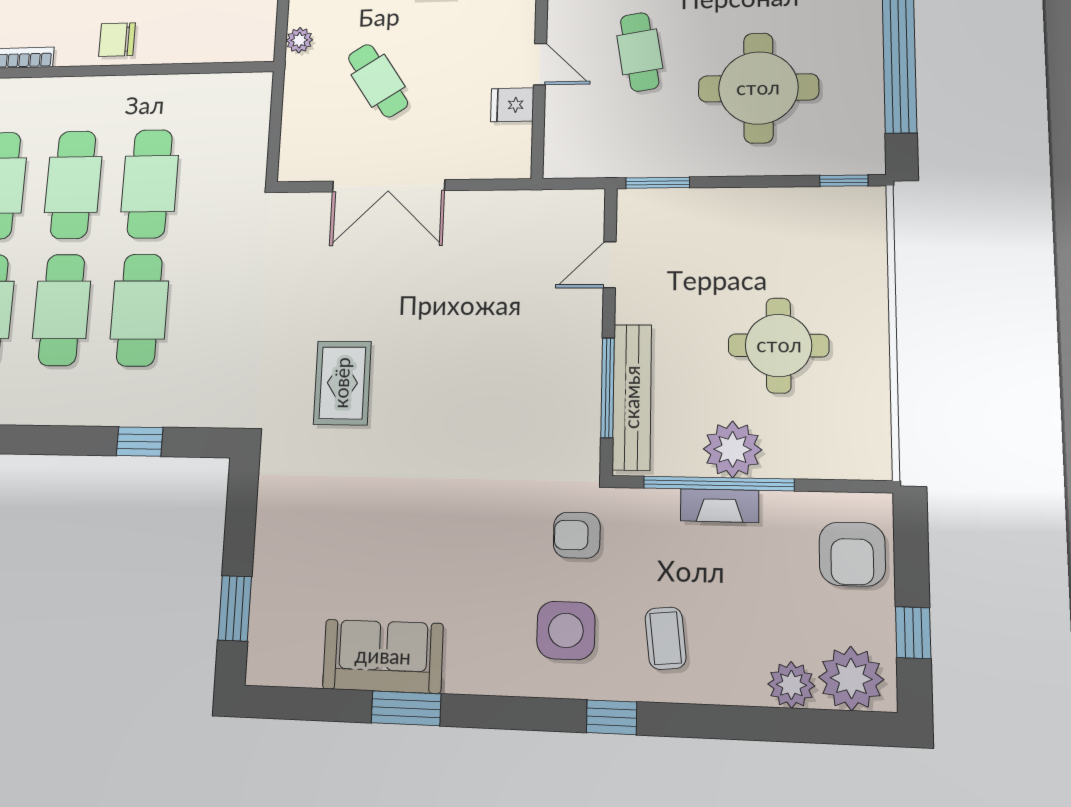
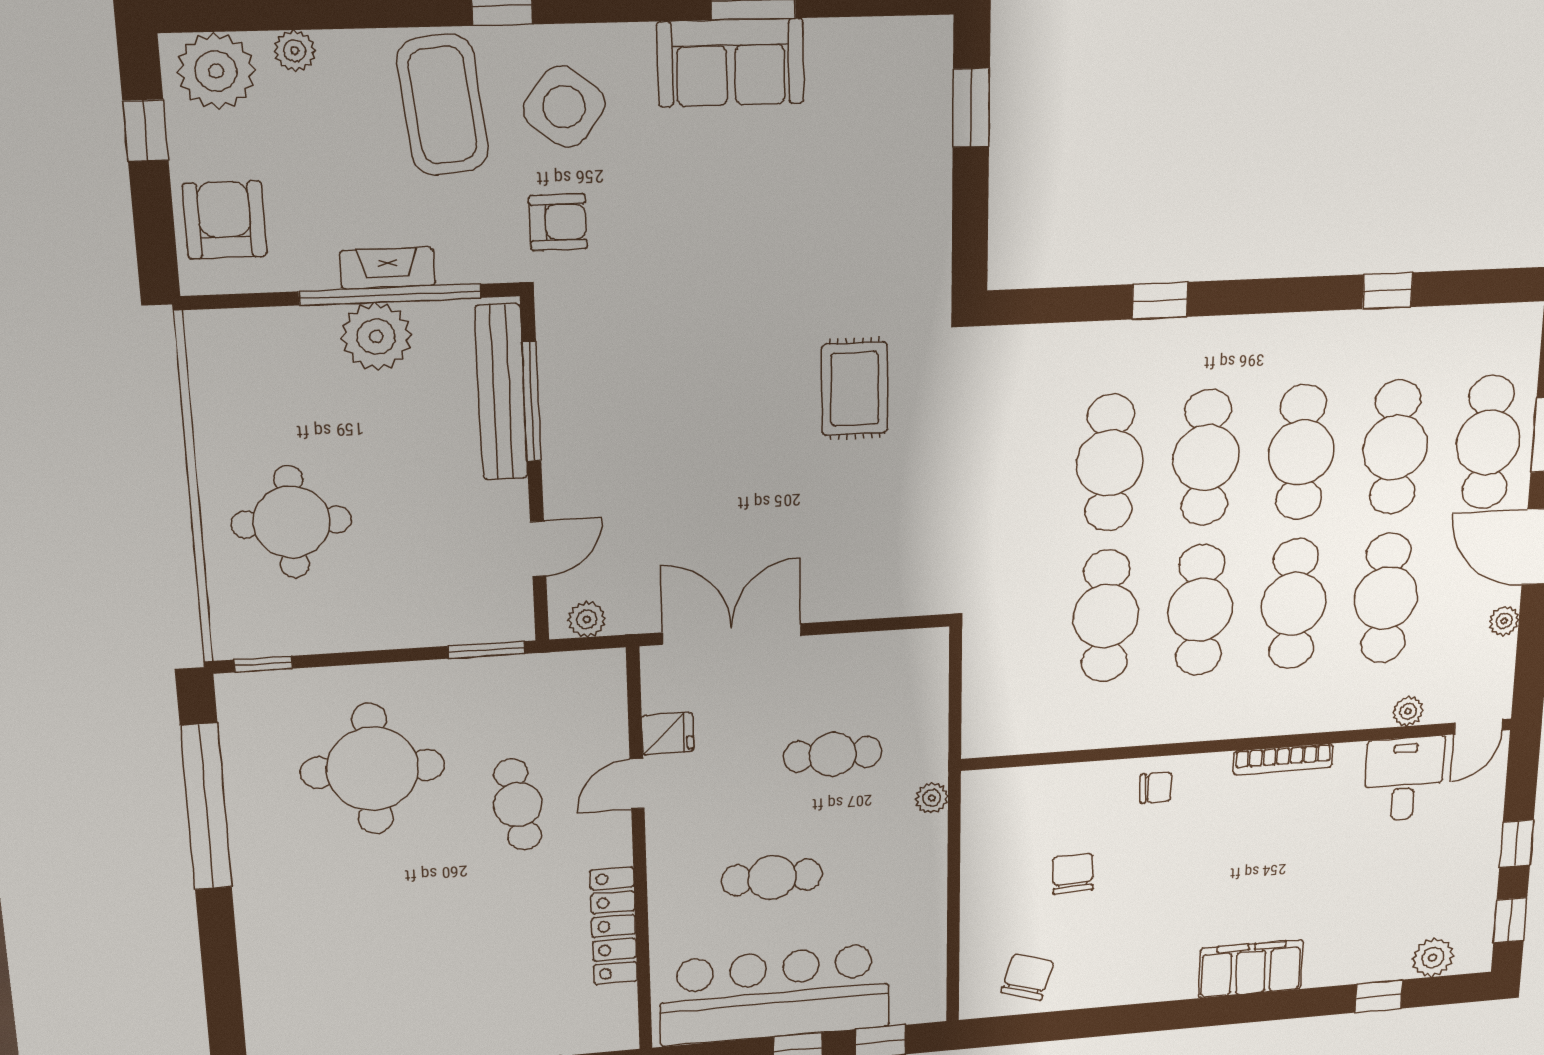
chair: (117, 40) -> (1156, 788), width x0.73, depth x0.73
door: (540, 64) -> (637, 784), hinge flipped
cafe table: (378, 81) -> (833, 754), turned -57
double door: (388, 186) -> (732, 634), moved
plant: (573, 204) -> (587, 619), added
round table: (779, 345) -> (291, 522), moved
window: (140, 442) -> (1160, 301), moved
side table: (566, 630) -> (564, 107), turned 37
coffee table: (666, 638) -> (443, 105), width x1.86, depth x1.72
sofa: (383, 656) -> (731, 63), moved
plant: (791, 685) -> (295, 51), width x0.73, depth x0.73

